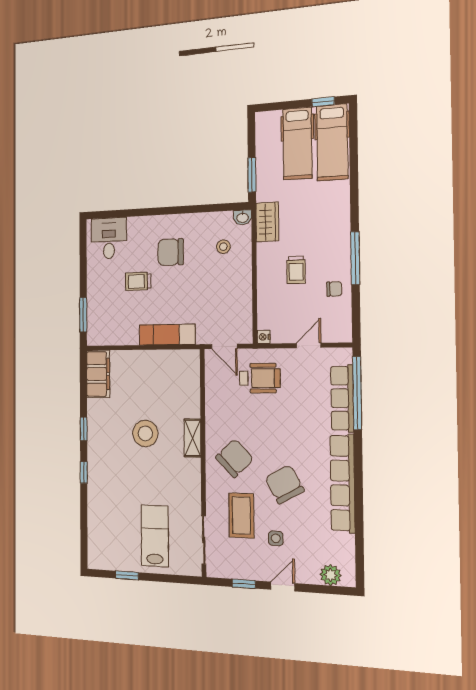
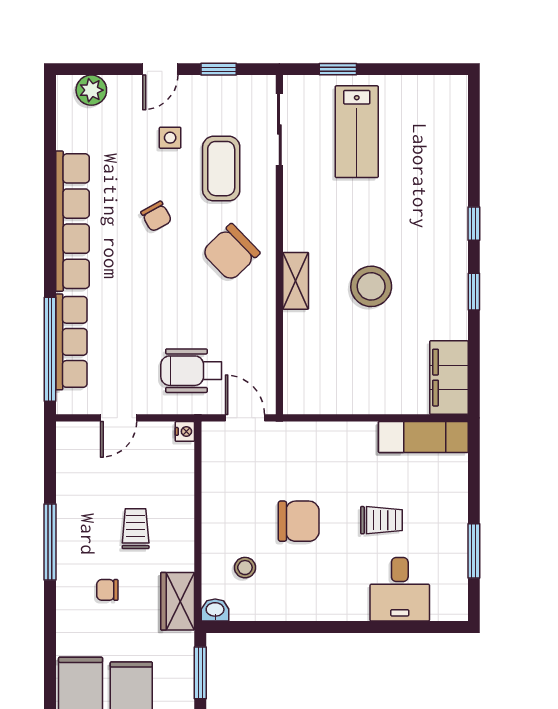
desk: (109, 238) -> (400, 589), moved
chair: (171, 252) -> (299, 521), moved
chair: (334, 289) -> (107, 590), moved
window: (83, 315) -> (474, 551), moved
exam couch: (167, 335) -> (423, 437), moved
chair: (284, 484) -> (156, 216), width x0.54, depth x0.54
window: (127, 575) -> (338, 69), moved

